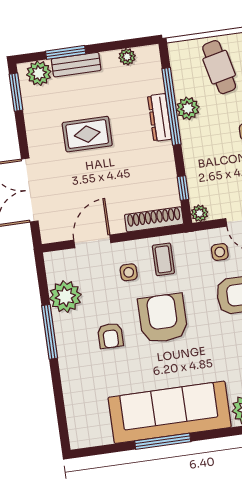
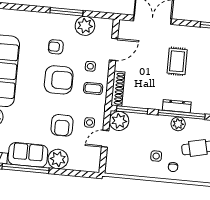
window: (183, 188) -> (132, 110), width x2.17
plant: (200, 213) -> (119, 121), width x1.88, depth x1.88
door: (92, 241) -> (114, 49), hinge flipped

